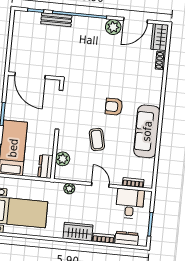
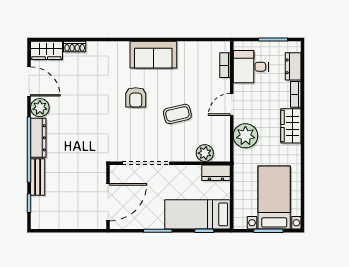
dresser: (89, 23) -> (38, 138), added
sofa: (147, 131) -> (153, 55), width x0.73
plant: (69, 189) -> (245, 136), width x1.87, depth x1.87

